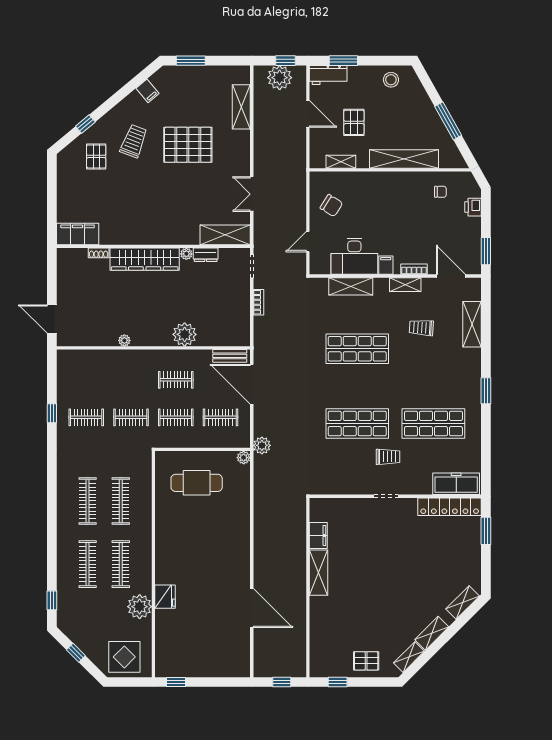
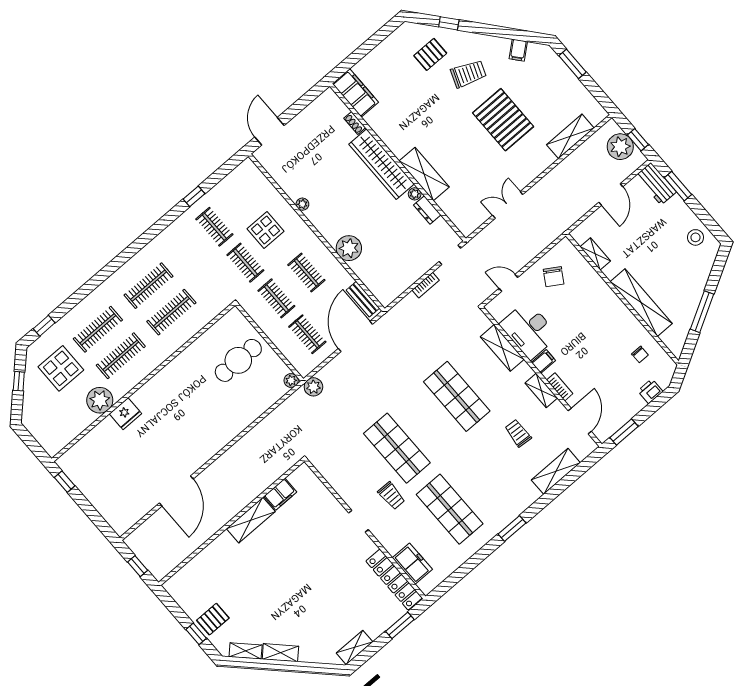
pallet: (354, 122) -> (636, 237), removed
shelving: (225, 235) -> (424, 174), moved
display table: (120, 383) -> (266, 230), added
cafe table: (197, 483) -> (238, 360), turned 90
freezer: (456, 484) -> (412, 564), width x0.71
shelving: (463, 603) -> (355, 647), moved, turned -45
display table: (124, 657) -> (61, 368), moved
pallet: (366, 661) -> (213, 619), turned 90
window: (338, 682) -> (196, 634), moved

